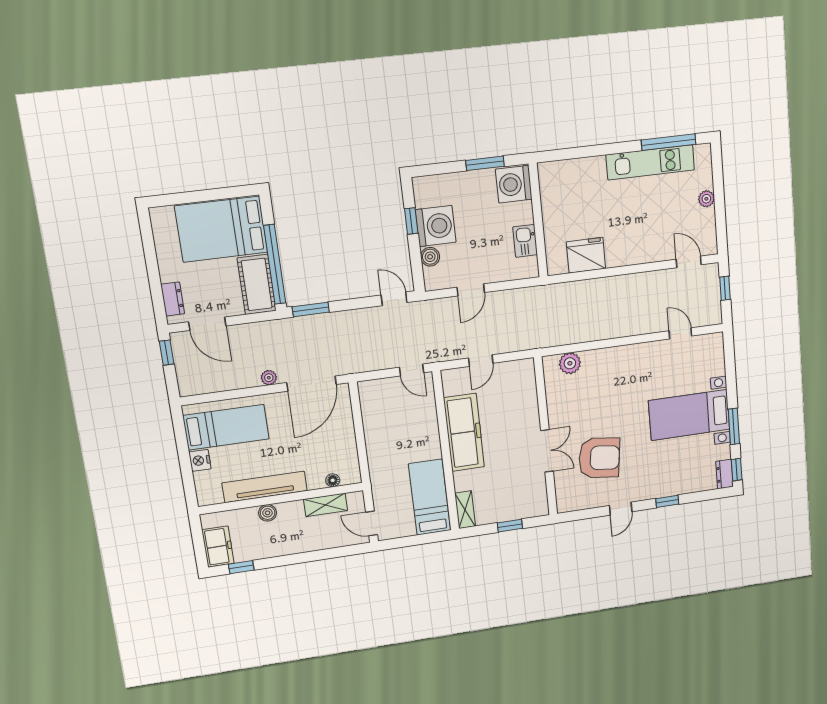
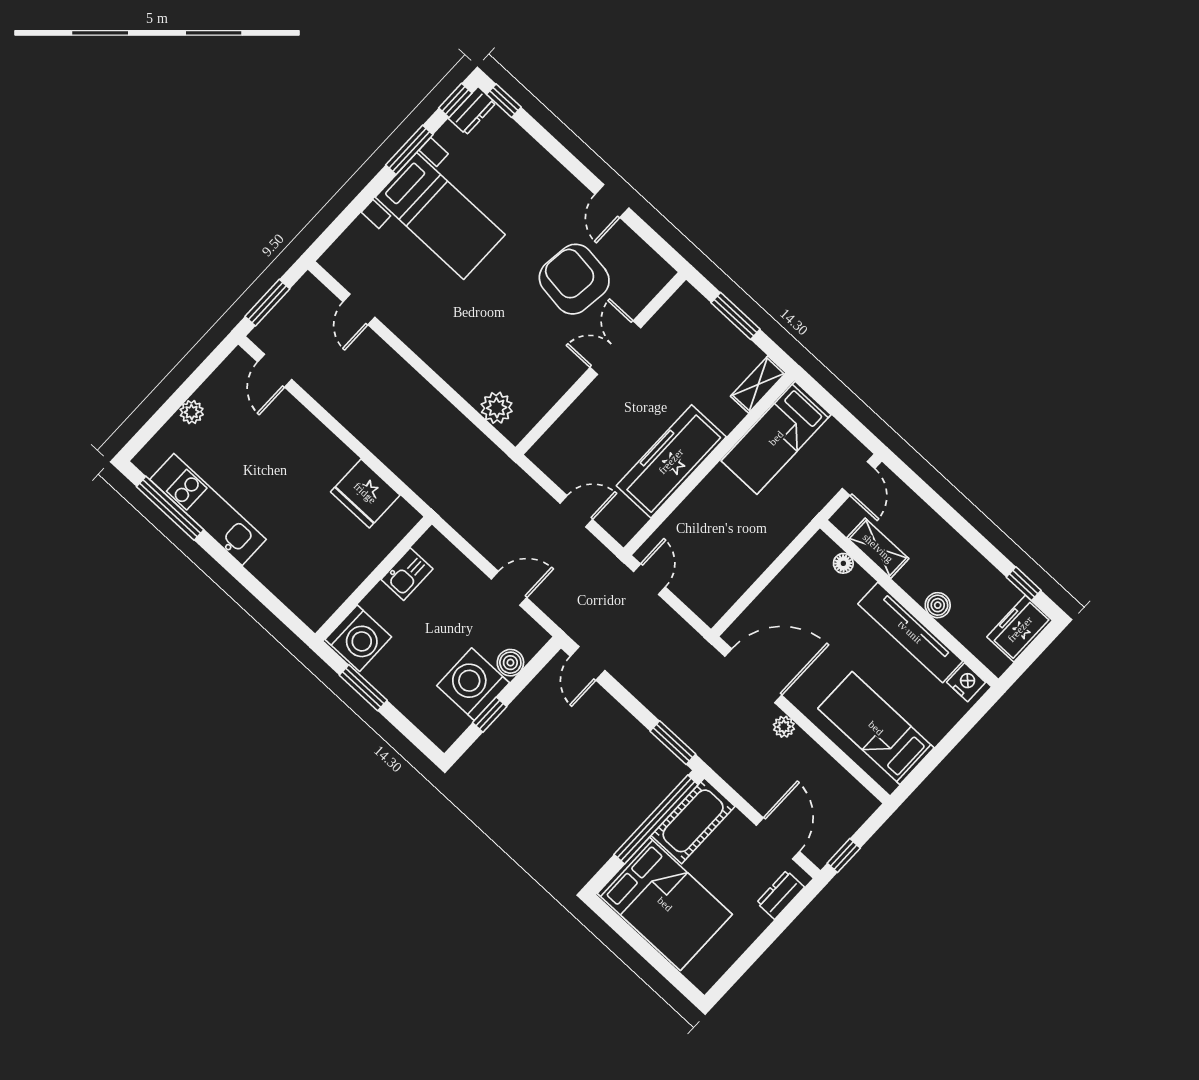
window: (725, 288) -> (267, 303), width x1.50
nightstand: (200, 460) -> (966, 682), moved, turned -90
window: (667, 501) -> (504, 101), moved
door: (621, 509) -> (612, 201), swing flipped
window: (510, 526) -> (736, 316), width x1.50

